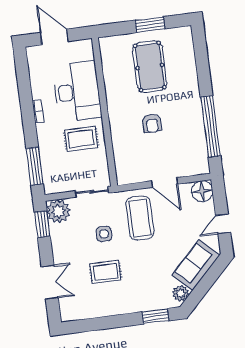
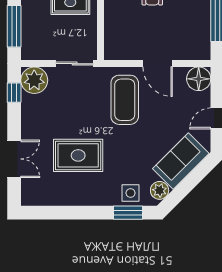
window: (42, 224) -> (14, 93), width x0.67
side table: (104, 234) -> (131, 193), moved
rug: (105, 272) -> (78, 155), width x1.36, depth x1.43

